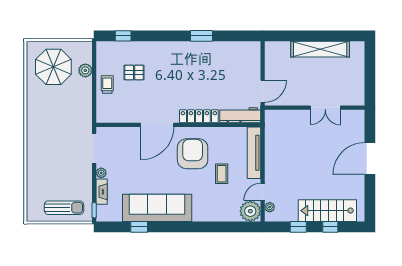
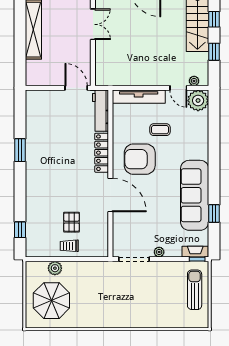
pallet: (134, 72) -> (72, 222), moved
fireplace: (102, 192) -> (195, 252), moved

